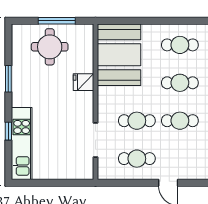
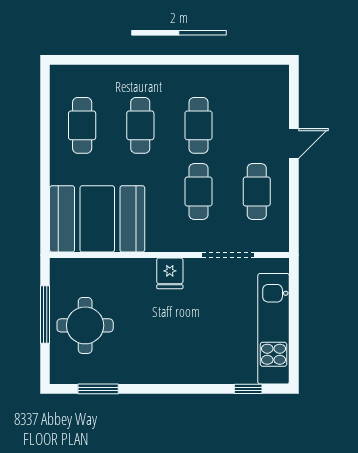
window: (8, 79) -> (98, 389), moved
fridge: (84, 82) -> (170, 273), moved
window: (8, 131) -> (248, 389), moved
kitchen unit: (22, 144) -> (274, 329), moved, turned -90

